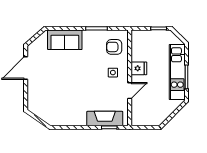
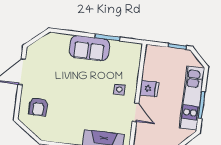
sofa: (65, 40) -> (89, 48), moved
armchair: (114, 47) -> (38, 107), moved, turned -90
door: (130, 91) -> (136, 112), hinge flipped

